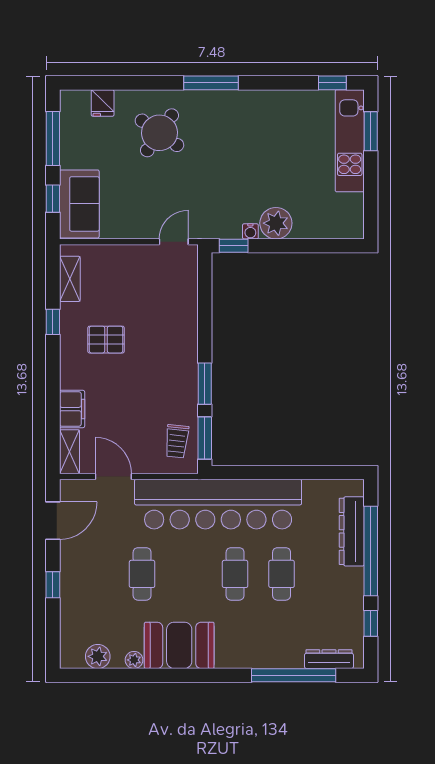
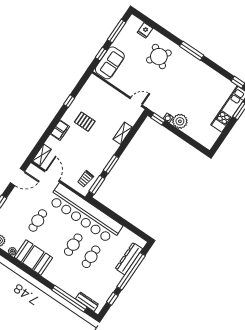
shelving: (70, 279) -> (123, 133), moved
filing cabinet: (72, 409) -> (60, 130), moved

